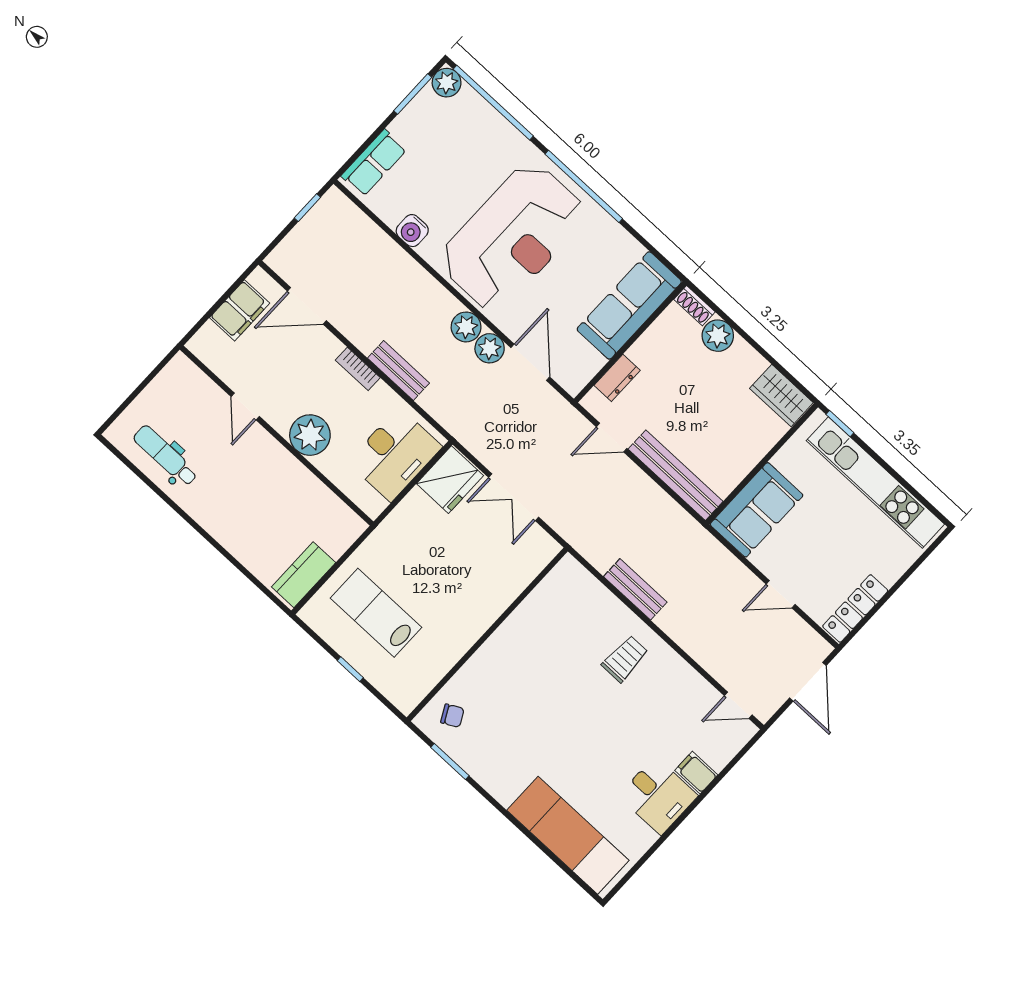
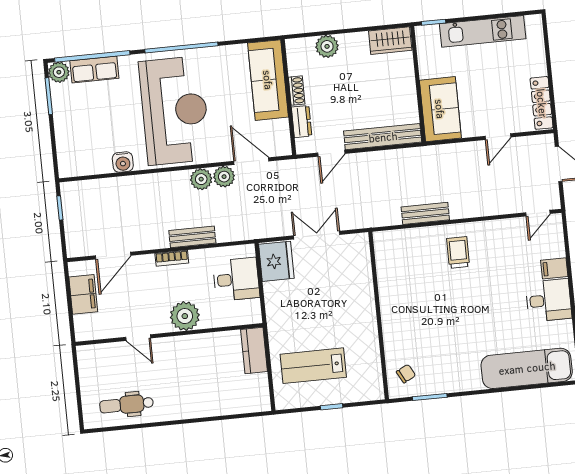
row of seats: (374, 163) -> (94, 69), moved, turned 90
shoe rack: (694, 306) -> (297, 91), moved, turned -90
desk: (395, 454) -> (236, 279), width x0.73
kitchen unit: (875, 482) -> (483, 31), width x0.73
double door: (514, 497) -> (317, 235), swing flipped
kitchen counter: (304, 575) -> (254, 350), moved

